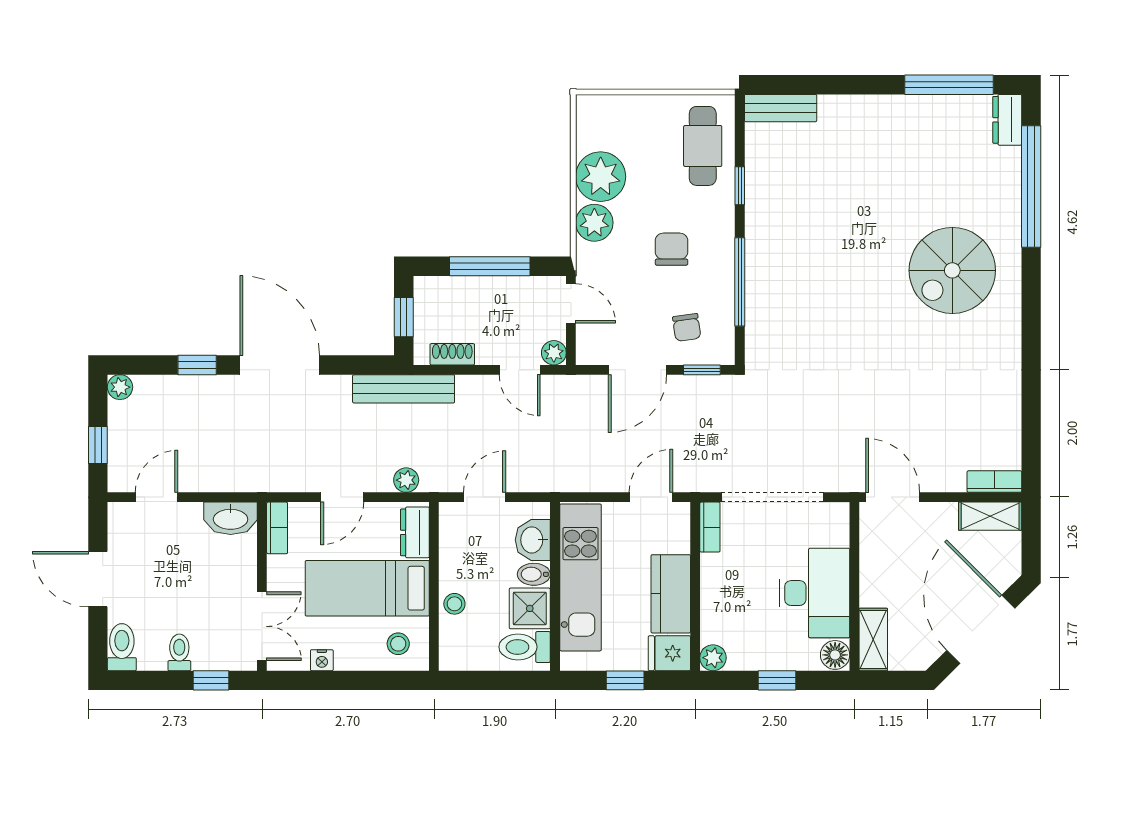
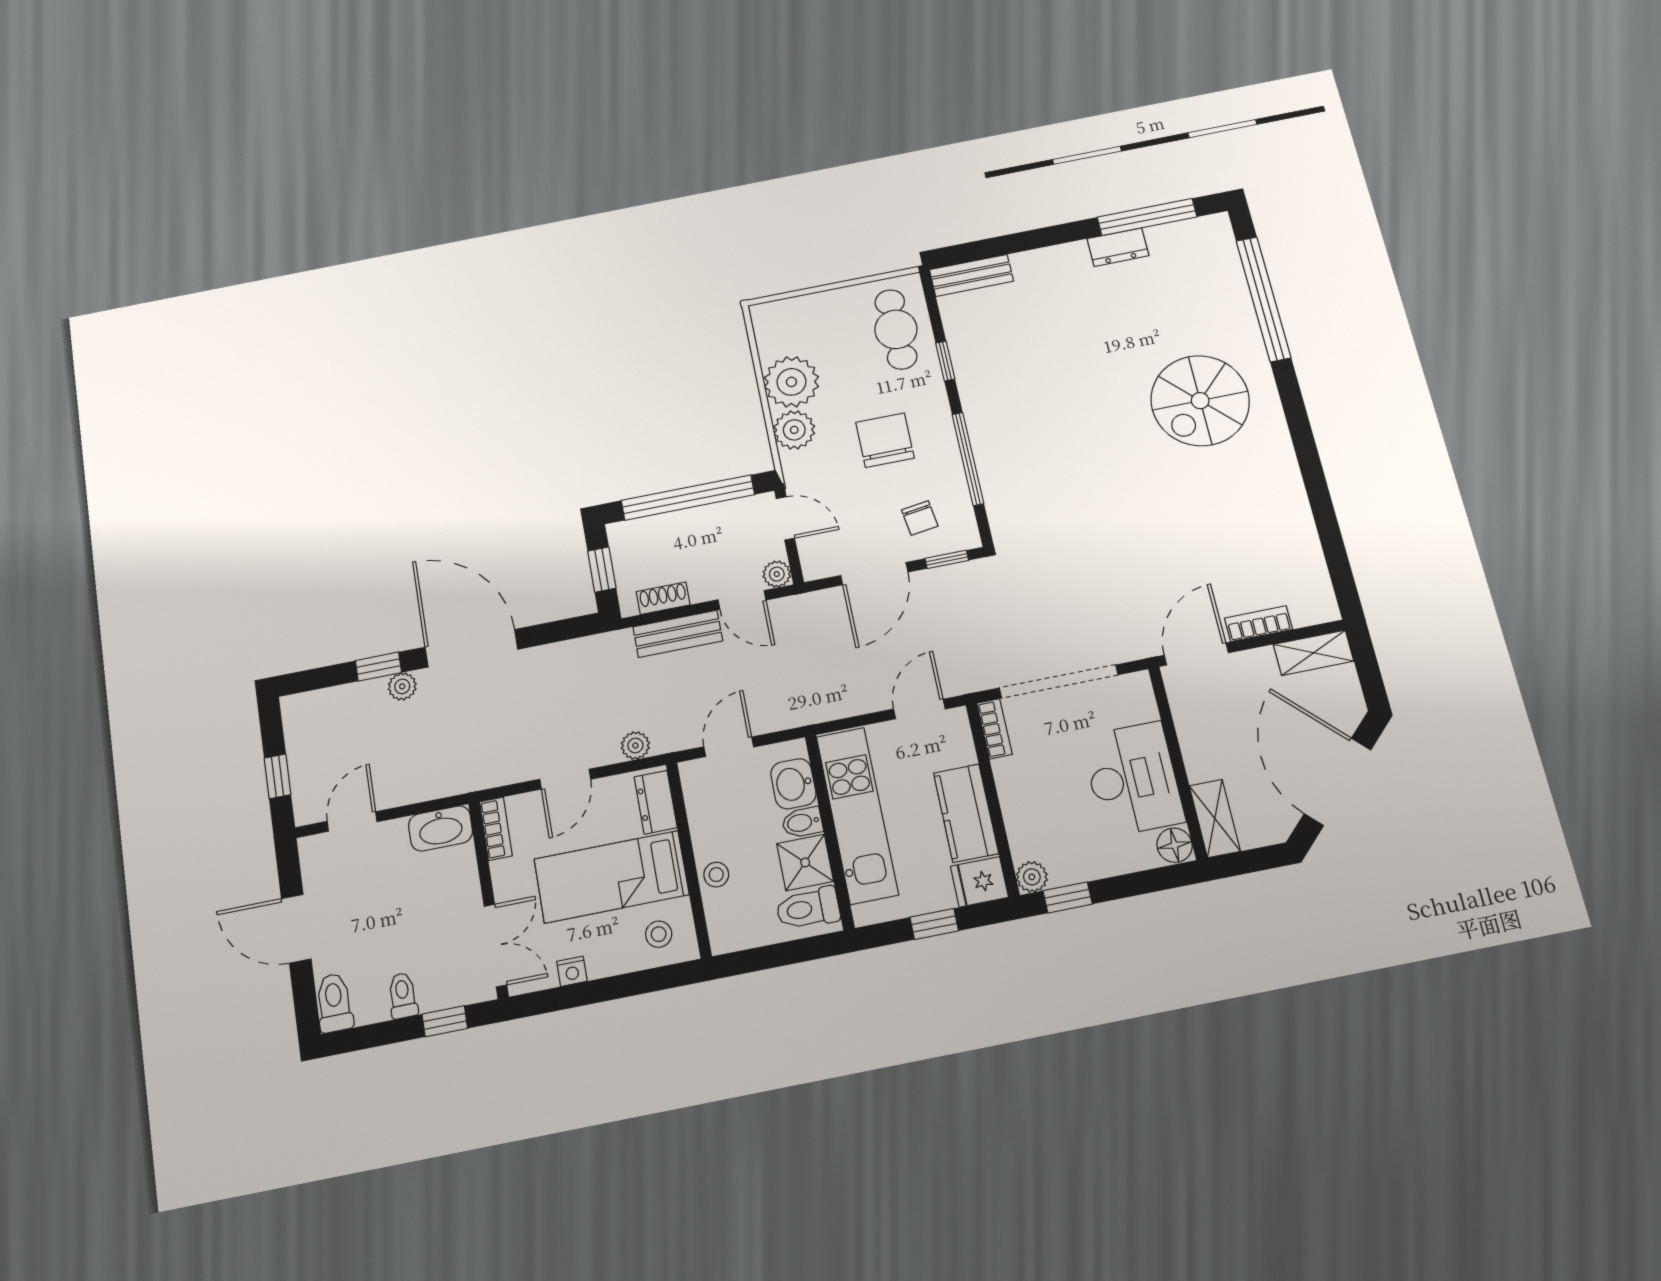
dresser: (1007, 120) -> (1118, 247), moved, turned -90
chair: (672, 249) -> (885, 440), width x1.37, depth x1.37
window: (490, 266) -> (688, 497), width x1.46
plant: (120, 387) -> (402, 686), moved
bench: (404, 389) -> (678, 634), moved, width x0.73
bookcase: (994, 482) -> (1258, 624), moved
door: (893, 497) -> (1196, 654), hinge flipped
window: (777, 680) -> (1068, 897), moved

